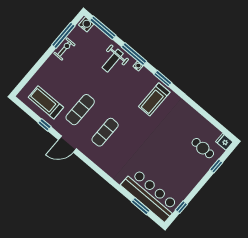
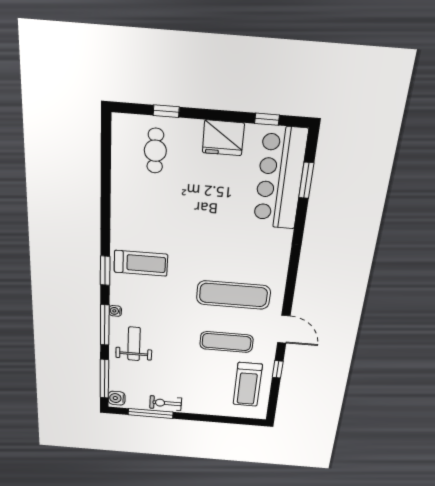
weight bench: (113, 61) -> (134, 344), turned -90
exercise mat: (105, 132) -> (233, 295), width x1.36, depth x1.45
fridge: (224, 142) -> (223, 138), moved, width x1.88, depth x1.34

